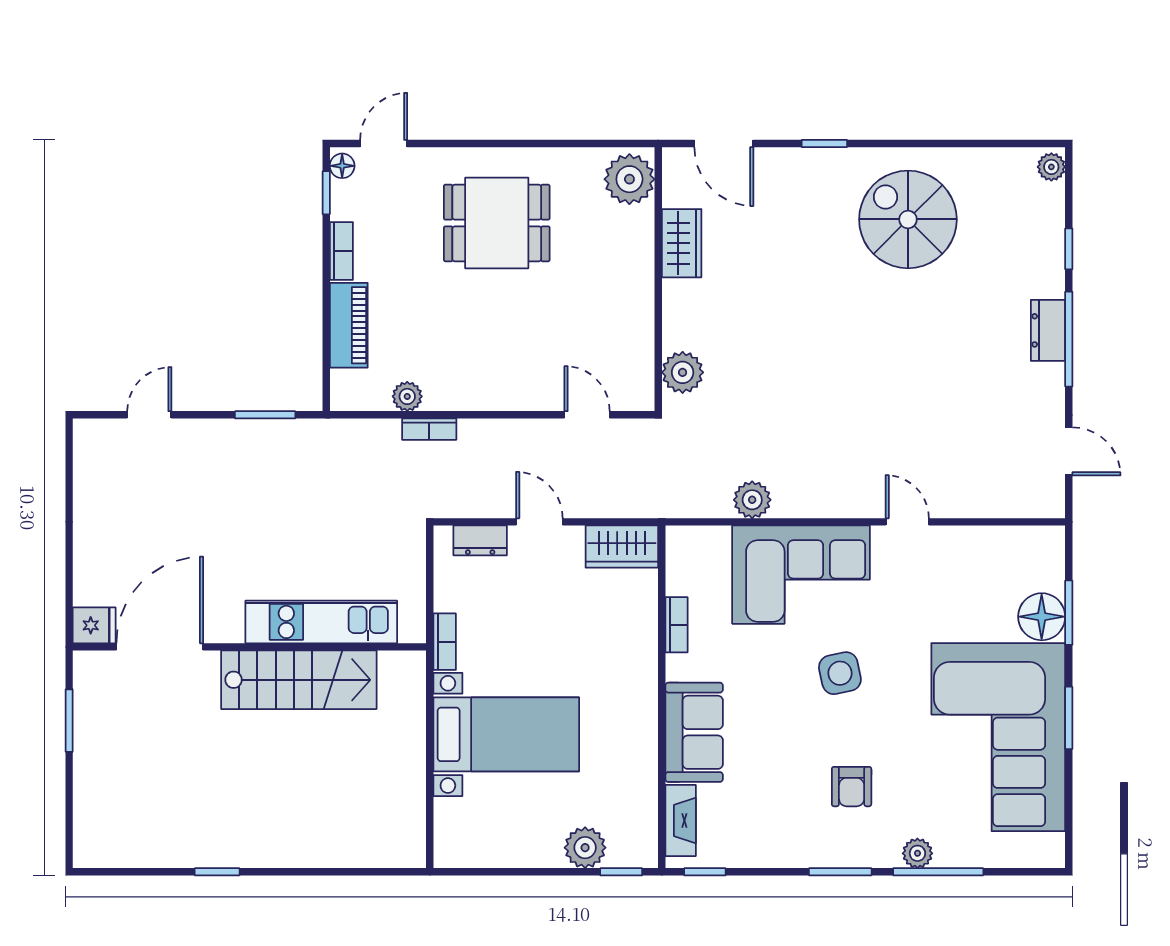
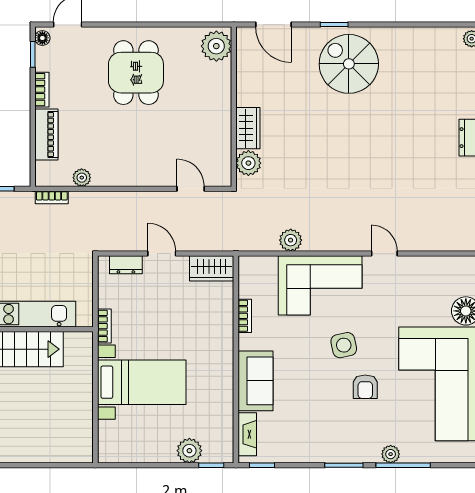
spiral stairs: (908, 219) -> (349, 64), moved
dining table: (497, 223) -> (136, 73), turned 90
wardrobe: (682, 243) -> (248, 128), moved
bookcase: (429, 429) -> (52, 197), moved
armchair: (852, 787) -> (365, 387), moved

